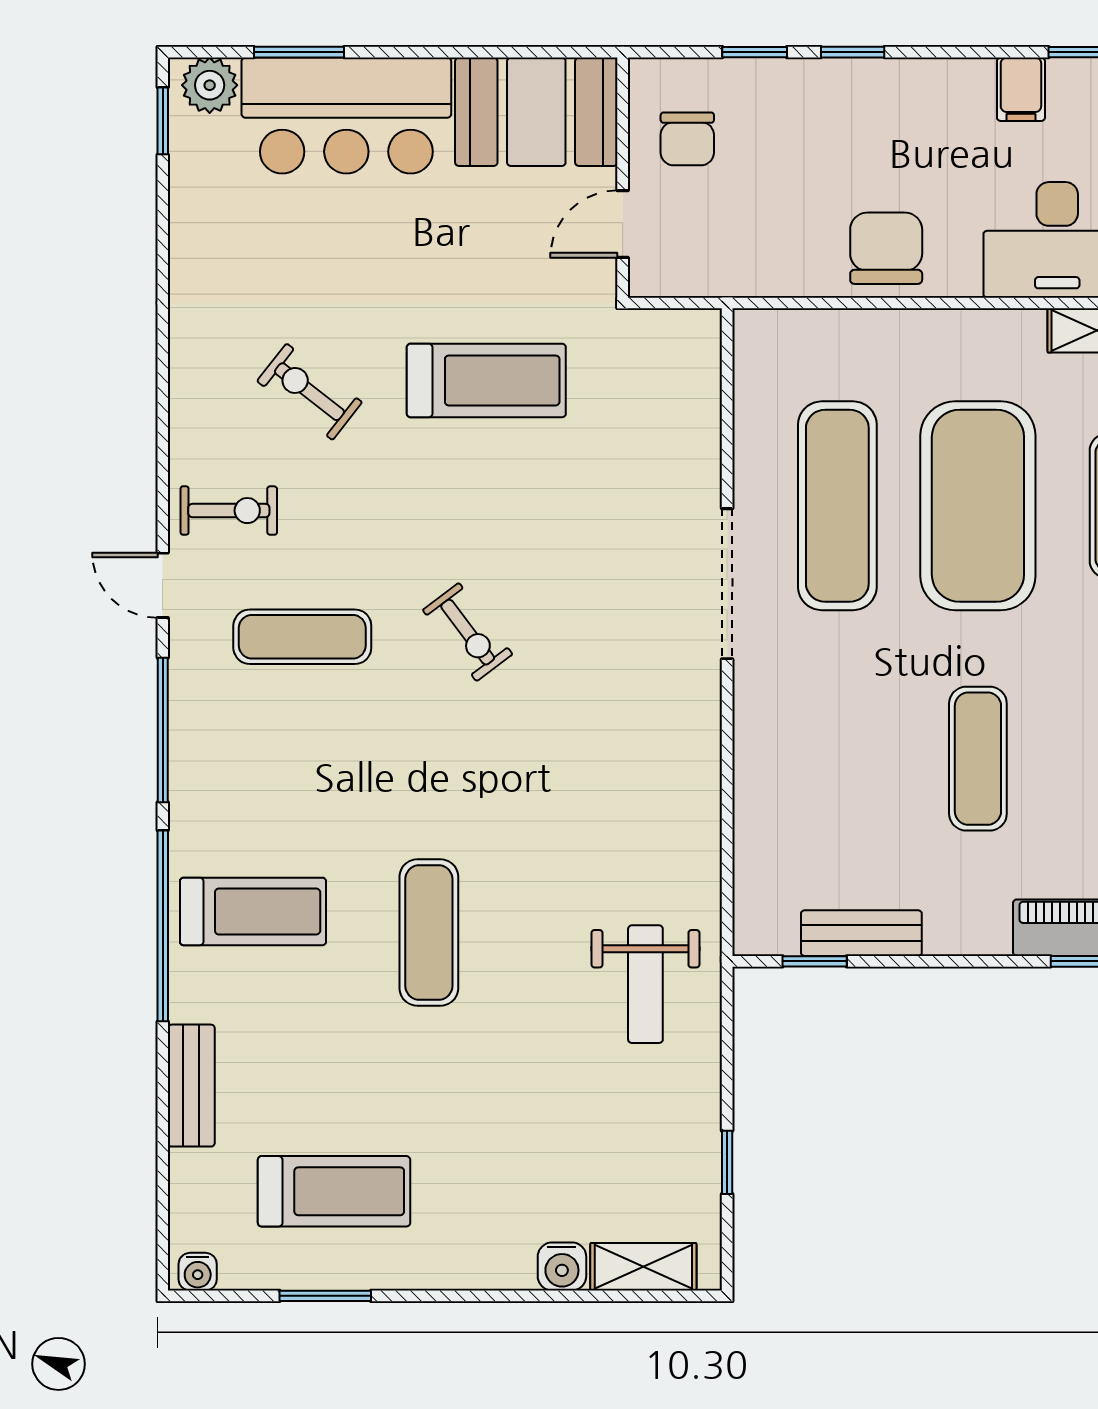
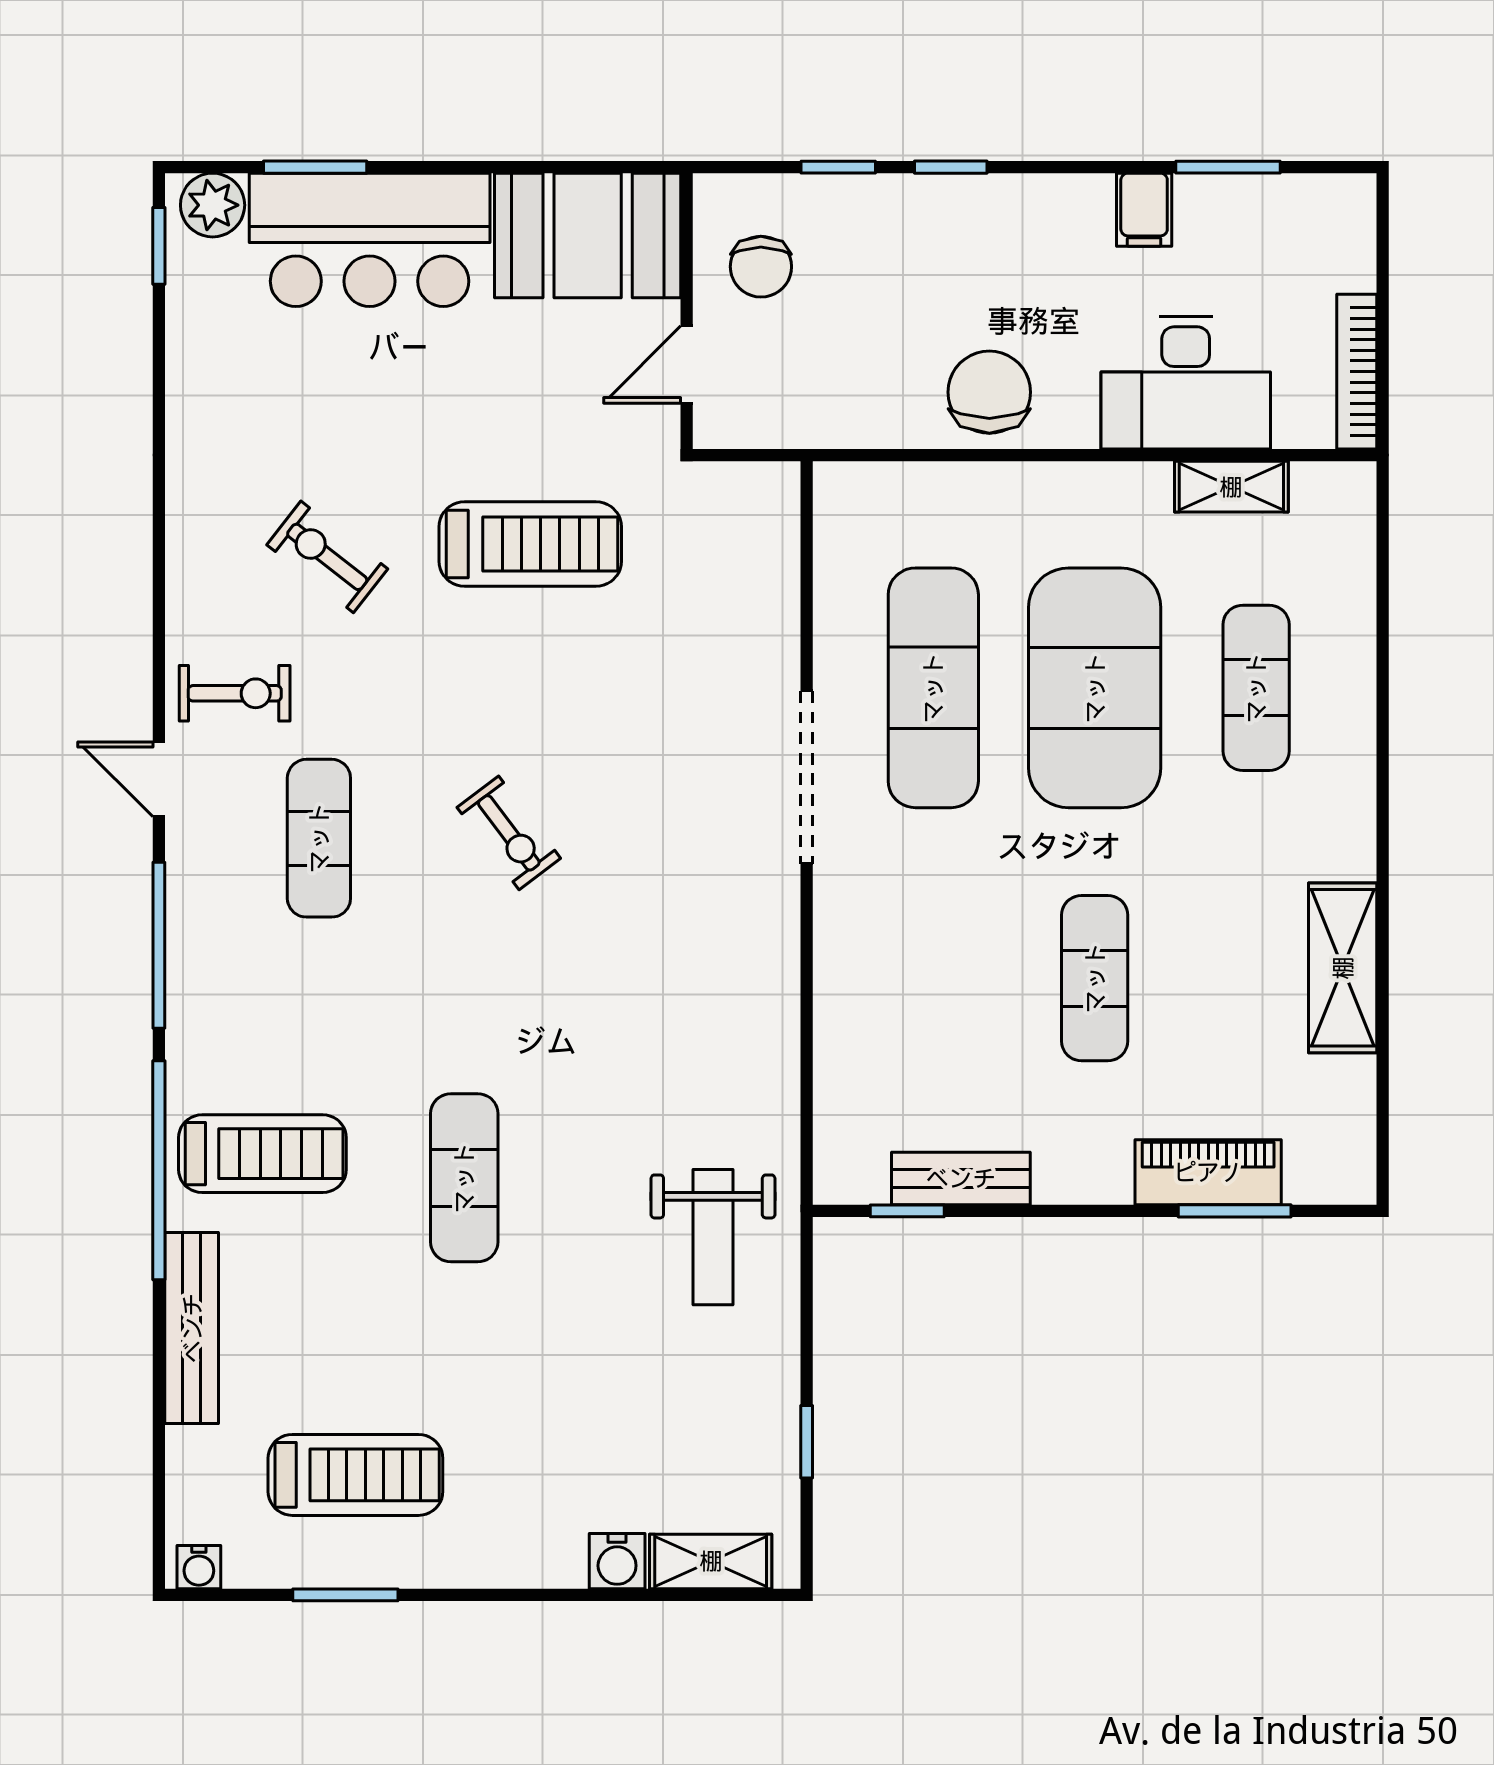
exercise mat: (302, 637) -> (319, 838), turned 90
bench: (191, 1086) -> (192, 1328), width x1.36

